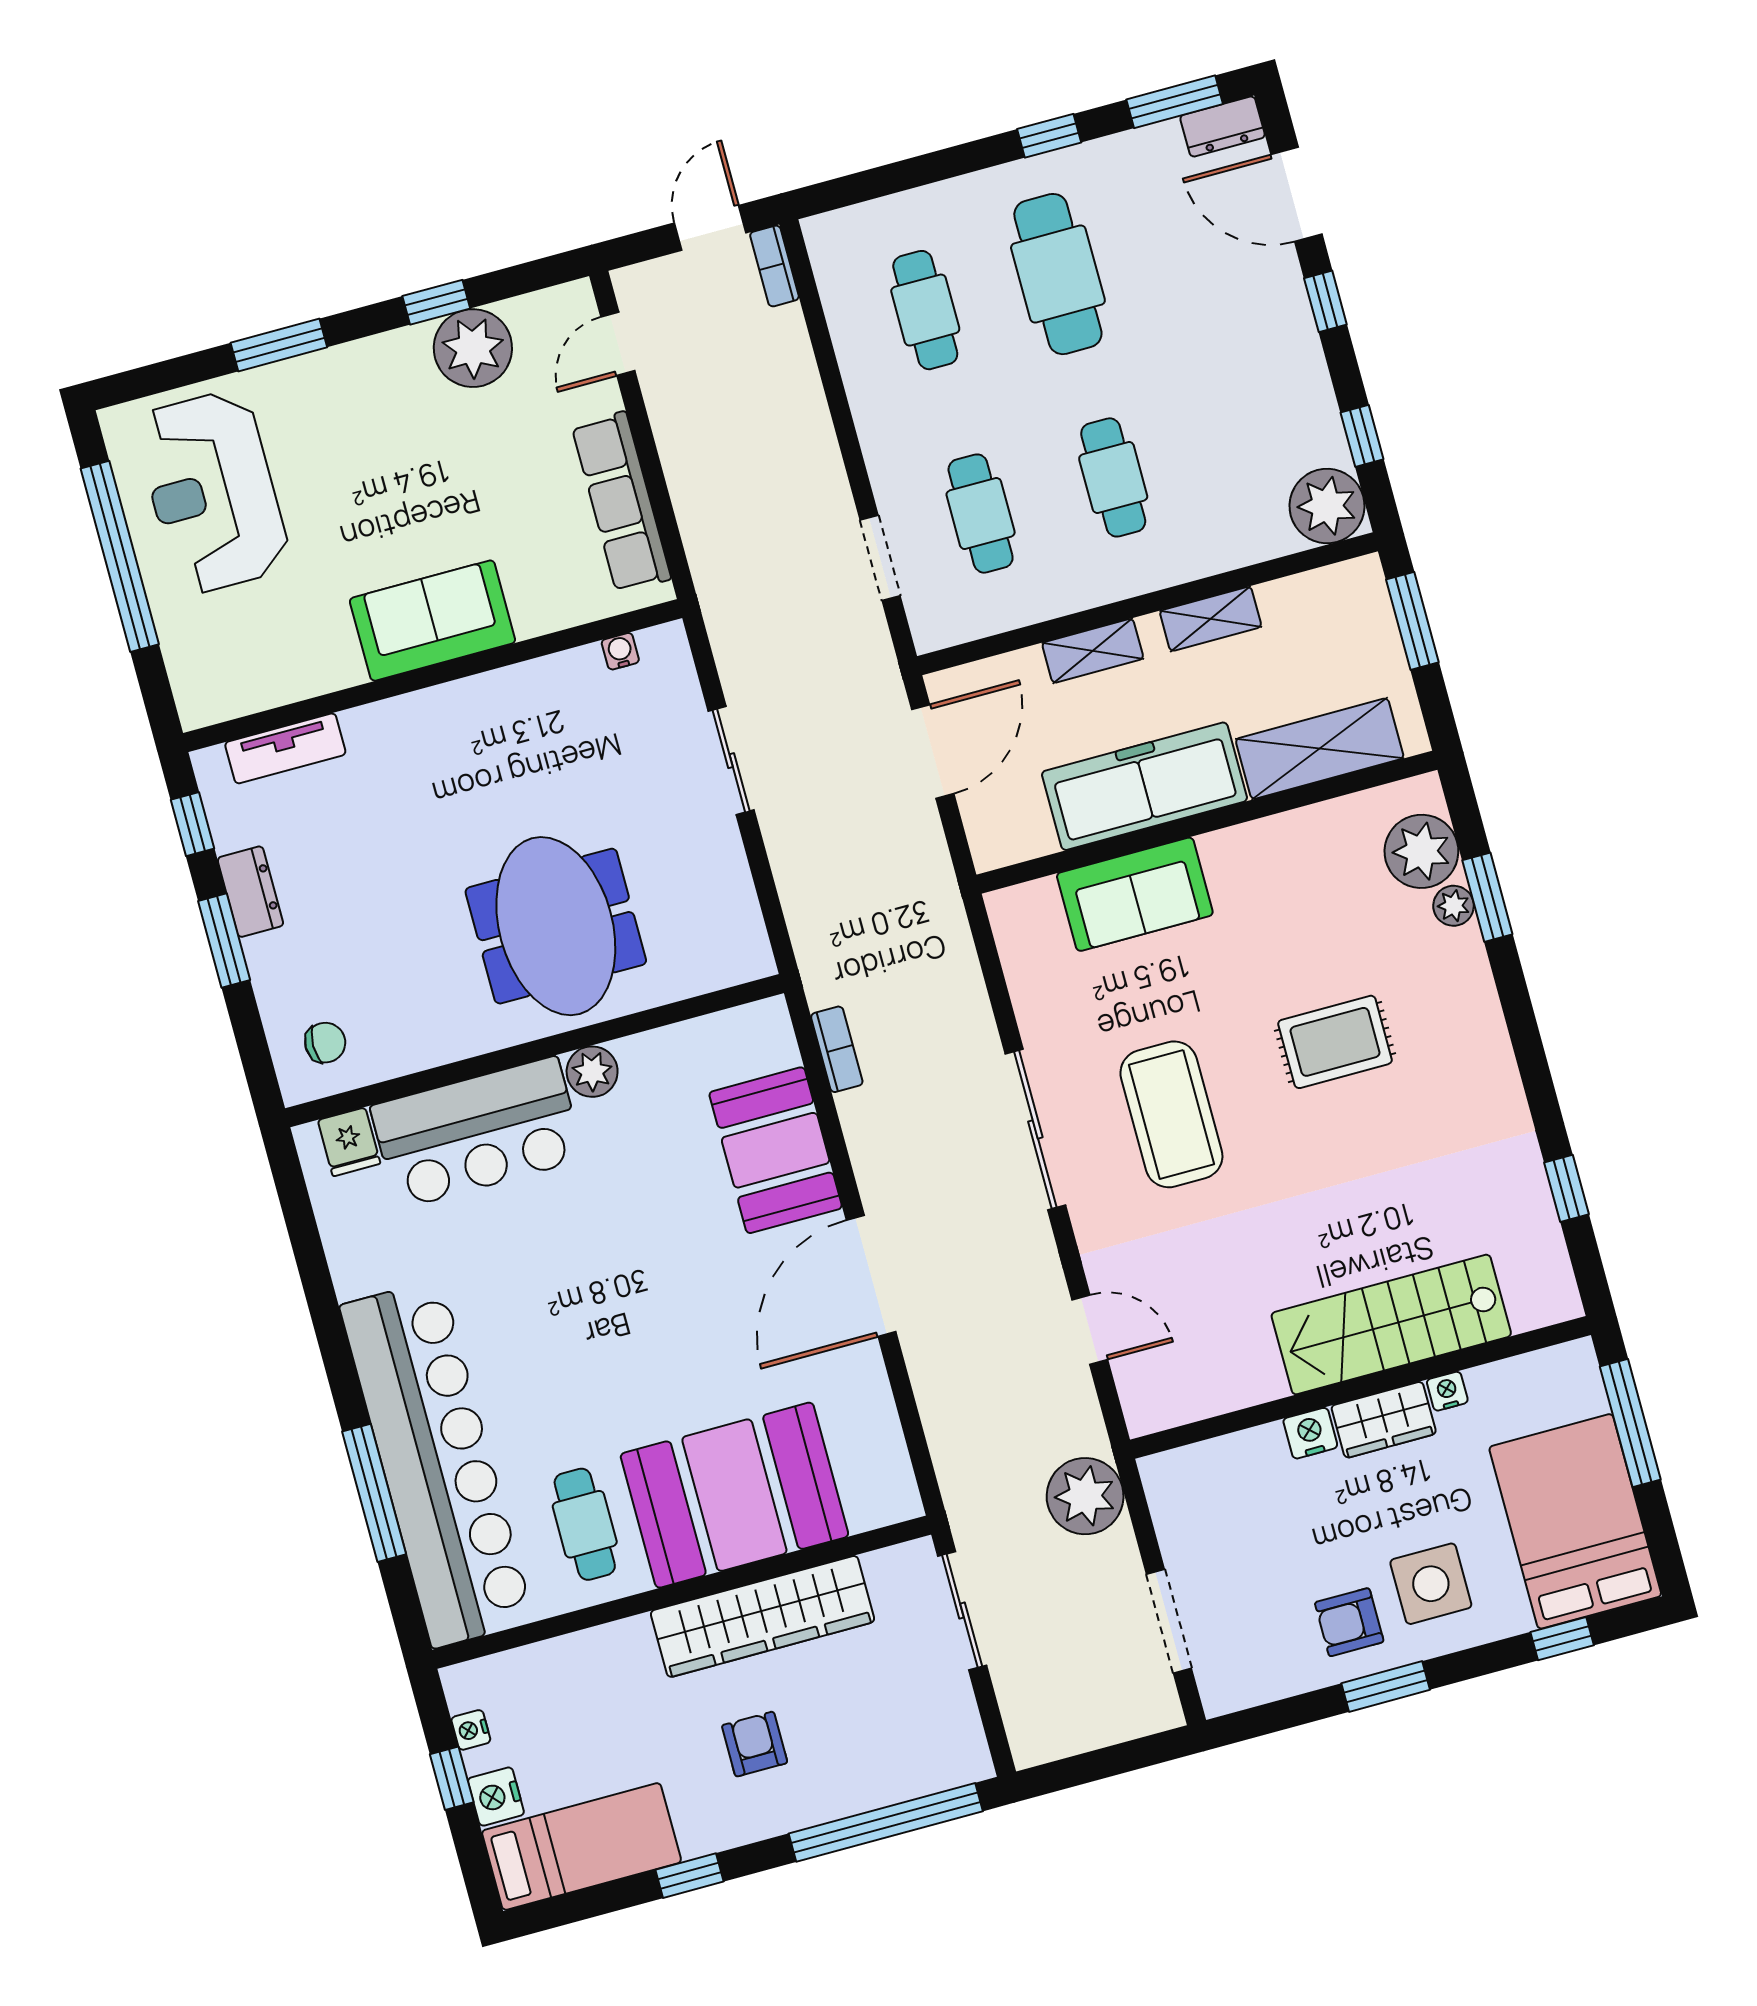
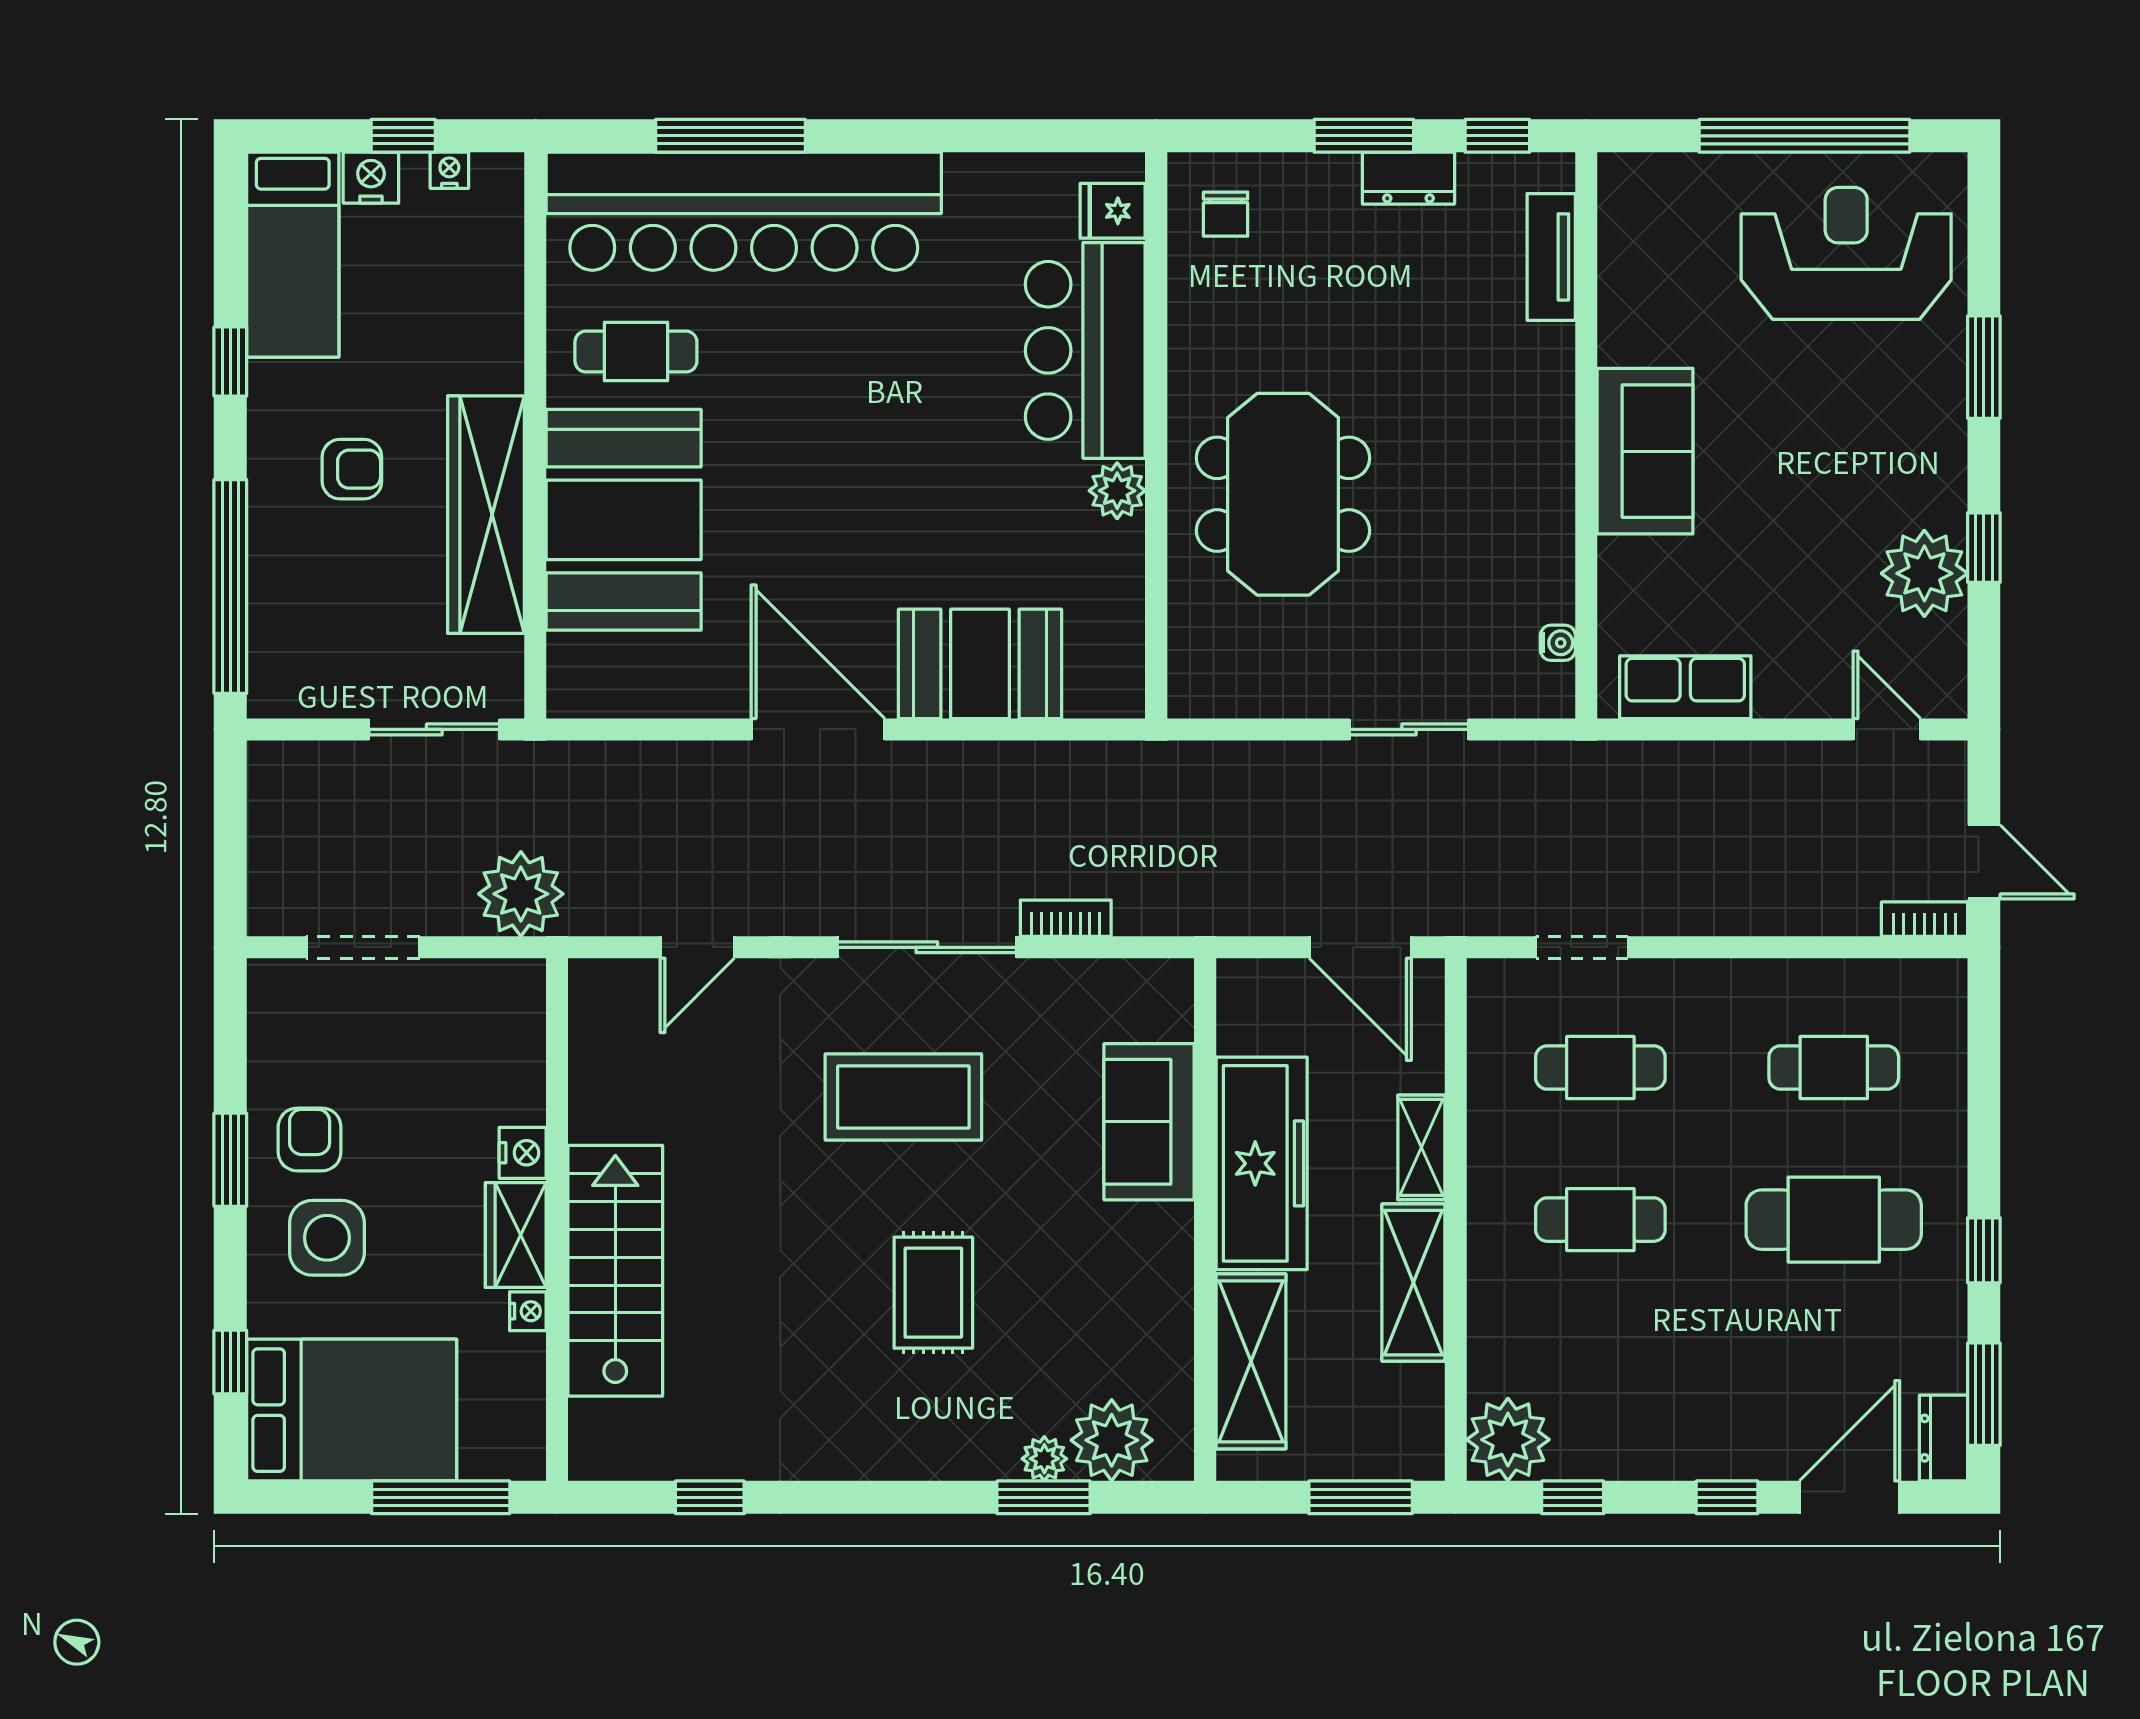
row of seats: (621, 502) -> (1685, 687), width x0.68
shelving: (1211, 619) -> (1413, 1283), width x1.50, depth x1.33
meeting table: (556, 926) -> (1283, 494), turned 90
bookcase: (837, 1049) -> (1066, 918), moved, turned 180

